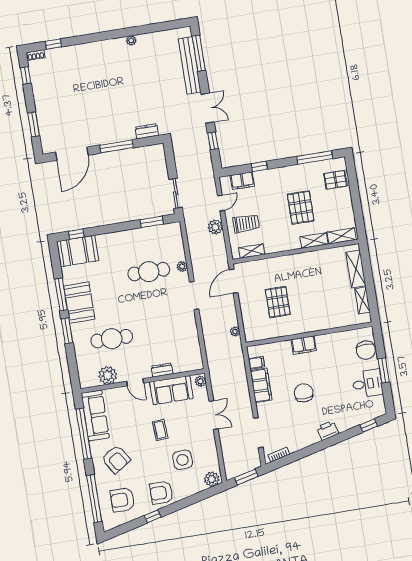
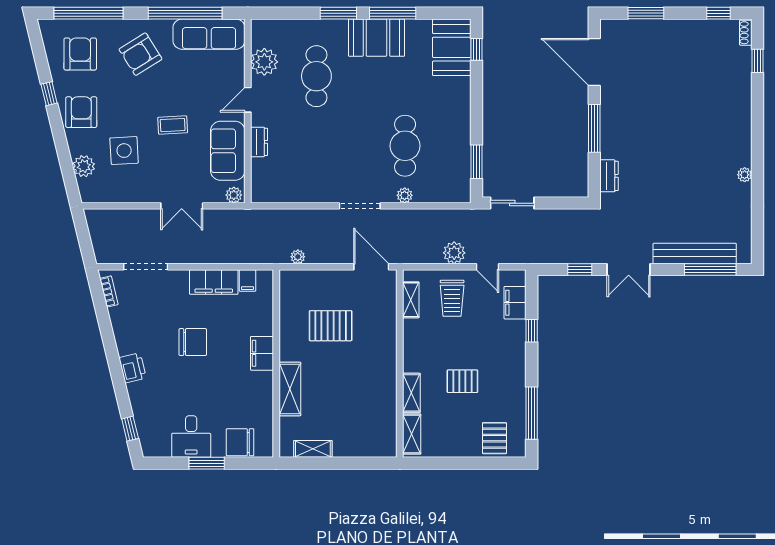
pallet: (301, 207) -> (462, 381), width x0.67, depth x0.71
shelving: (356, 269) -> (290, 389), moved, turned 90
window: (246, 477) -> (84, 239), removed
plant: (212, 479) -> (84, 166), moved

